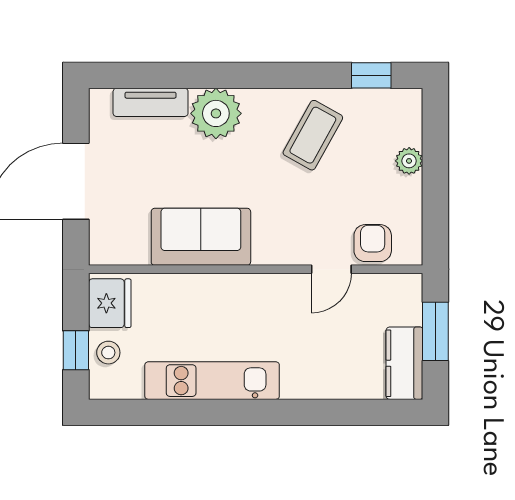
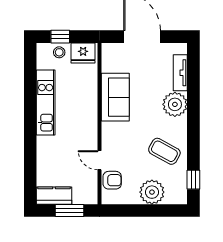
plant: (409, 161) -> (152, 192), width x1.87, depth x1.87

